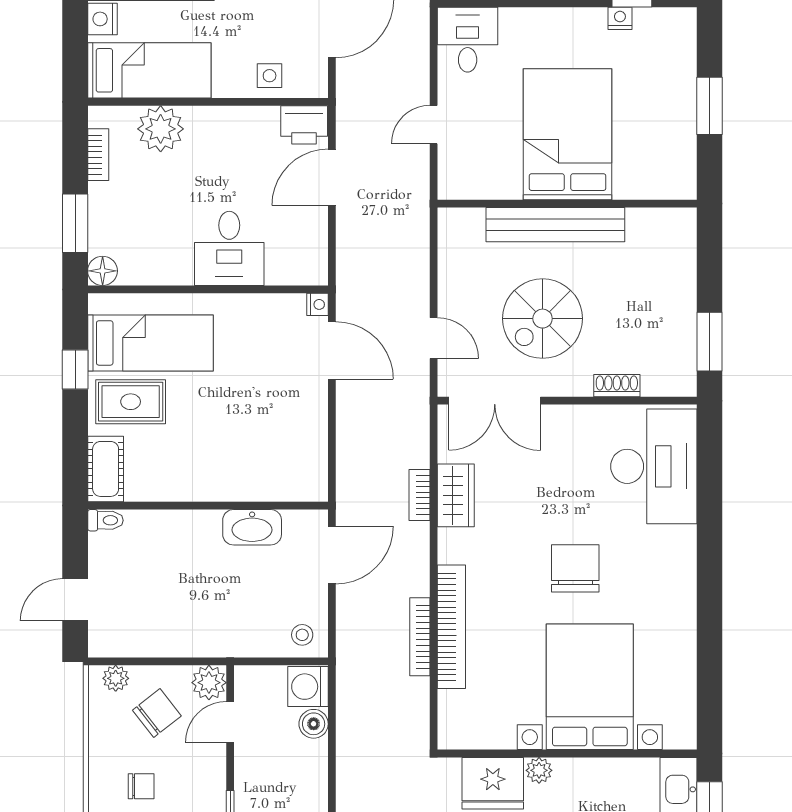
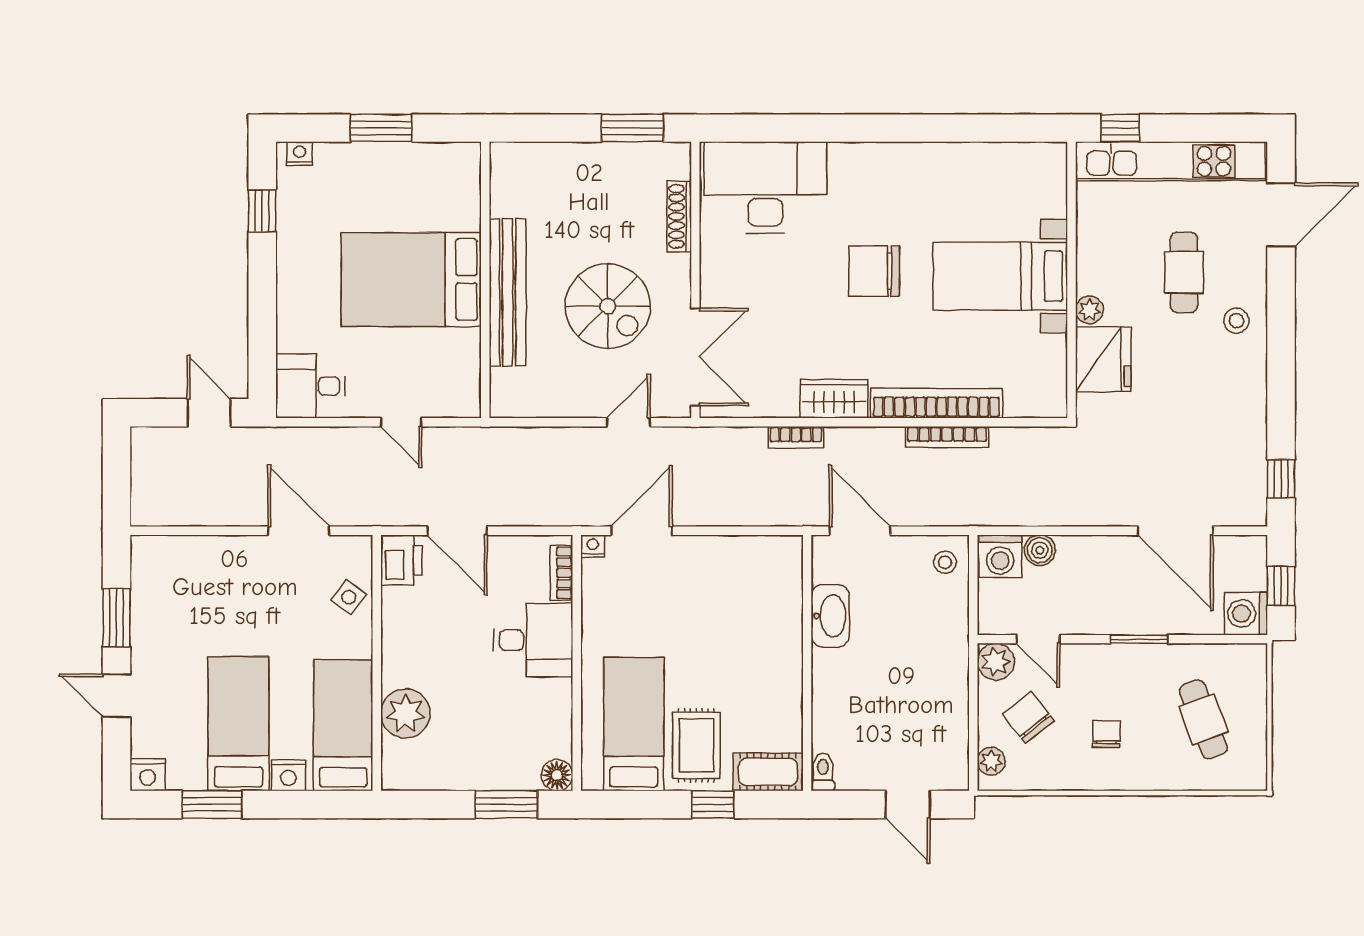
nightstand: (620, 18) -> (300, 154), moved, turned 90
side table: (270, 76) -> (349, 597), turned 37
bookcase: (98, 155) -> (562, 573), moved, turned -90
window: (75, 370) -> (713, 805), moved
shoe rack: (617, 386) -> (679, 216), width x1.43
wardrobe: (456, 495) -> (834, 399), moved
bed with nightstands: (590, 687) -> (1000, 276), width x0.73

